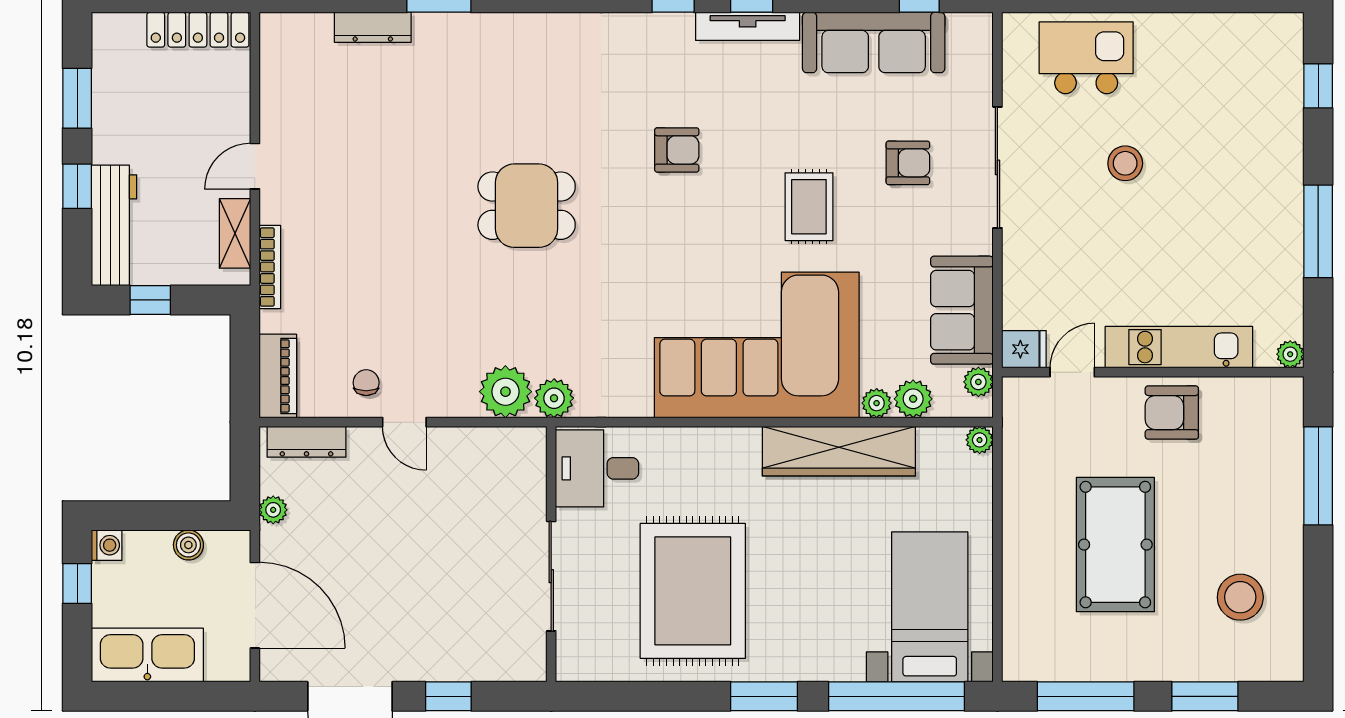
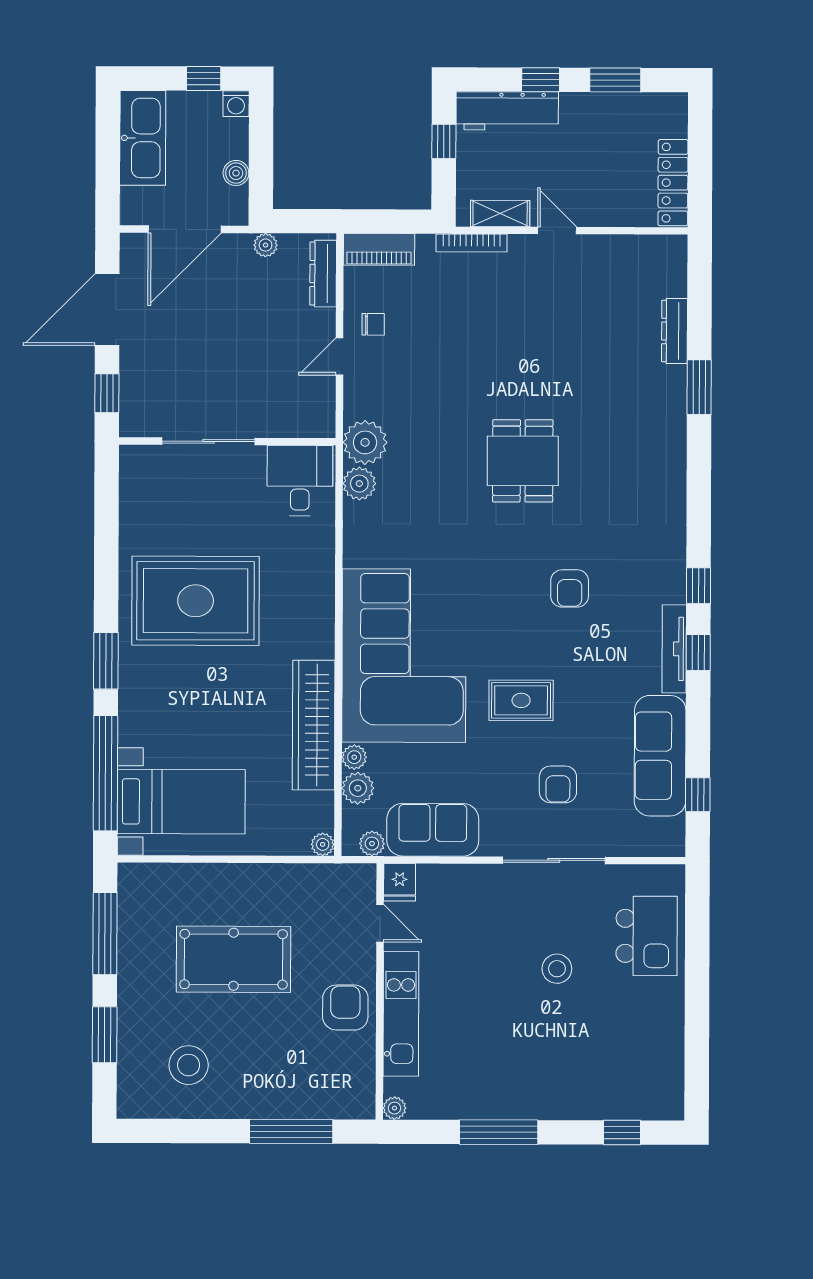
desk: (597, 468) -> (300, 480), moved
wall: (551, 554) -> (227, 441), moved
sliding door: (551, 576) -> (209, 441), moved

